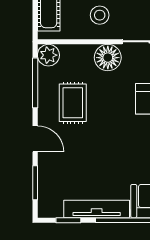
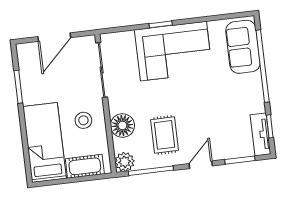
floor lamp: (108, 58) -> (122, 125), moved
rug: (73, 103) -> (165, 135), turned 90
tv unit: (97, 209) -> (261, 134), moved, width x0.71

